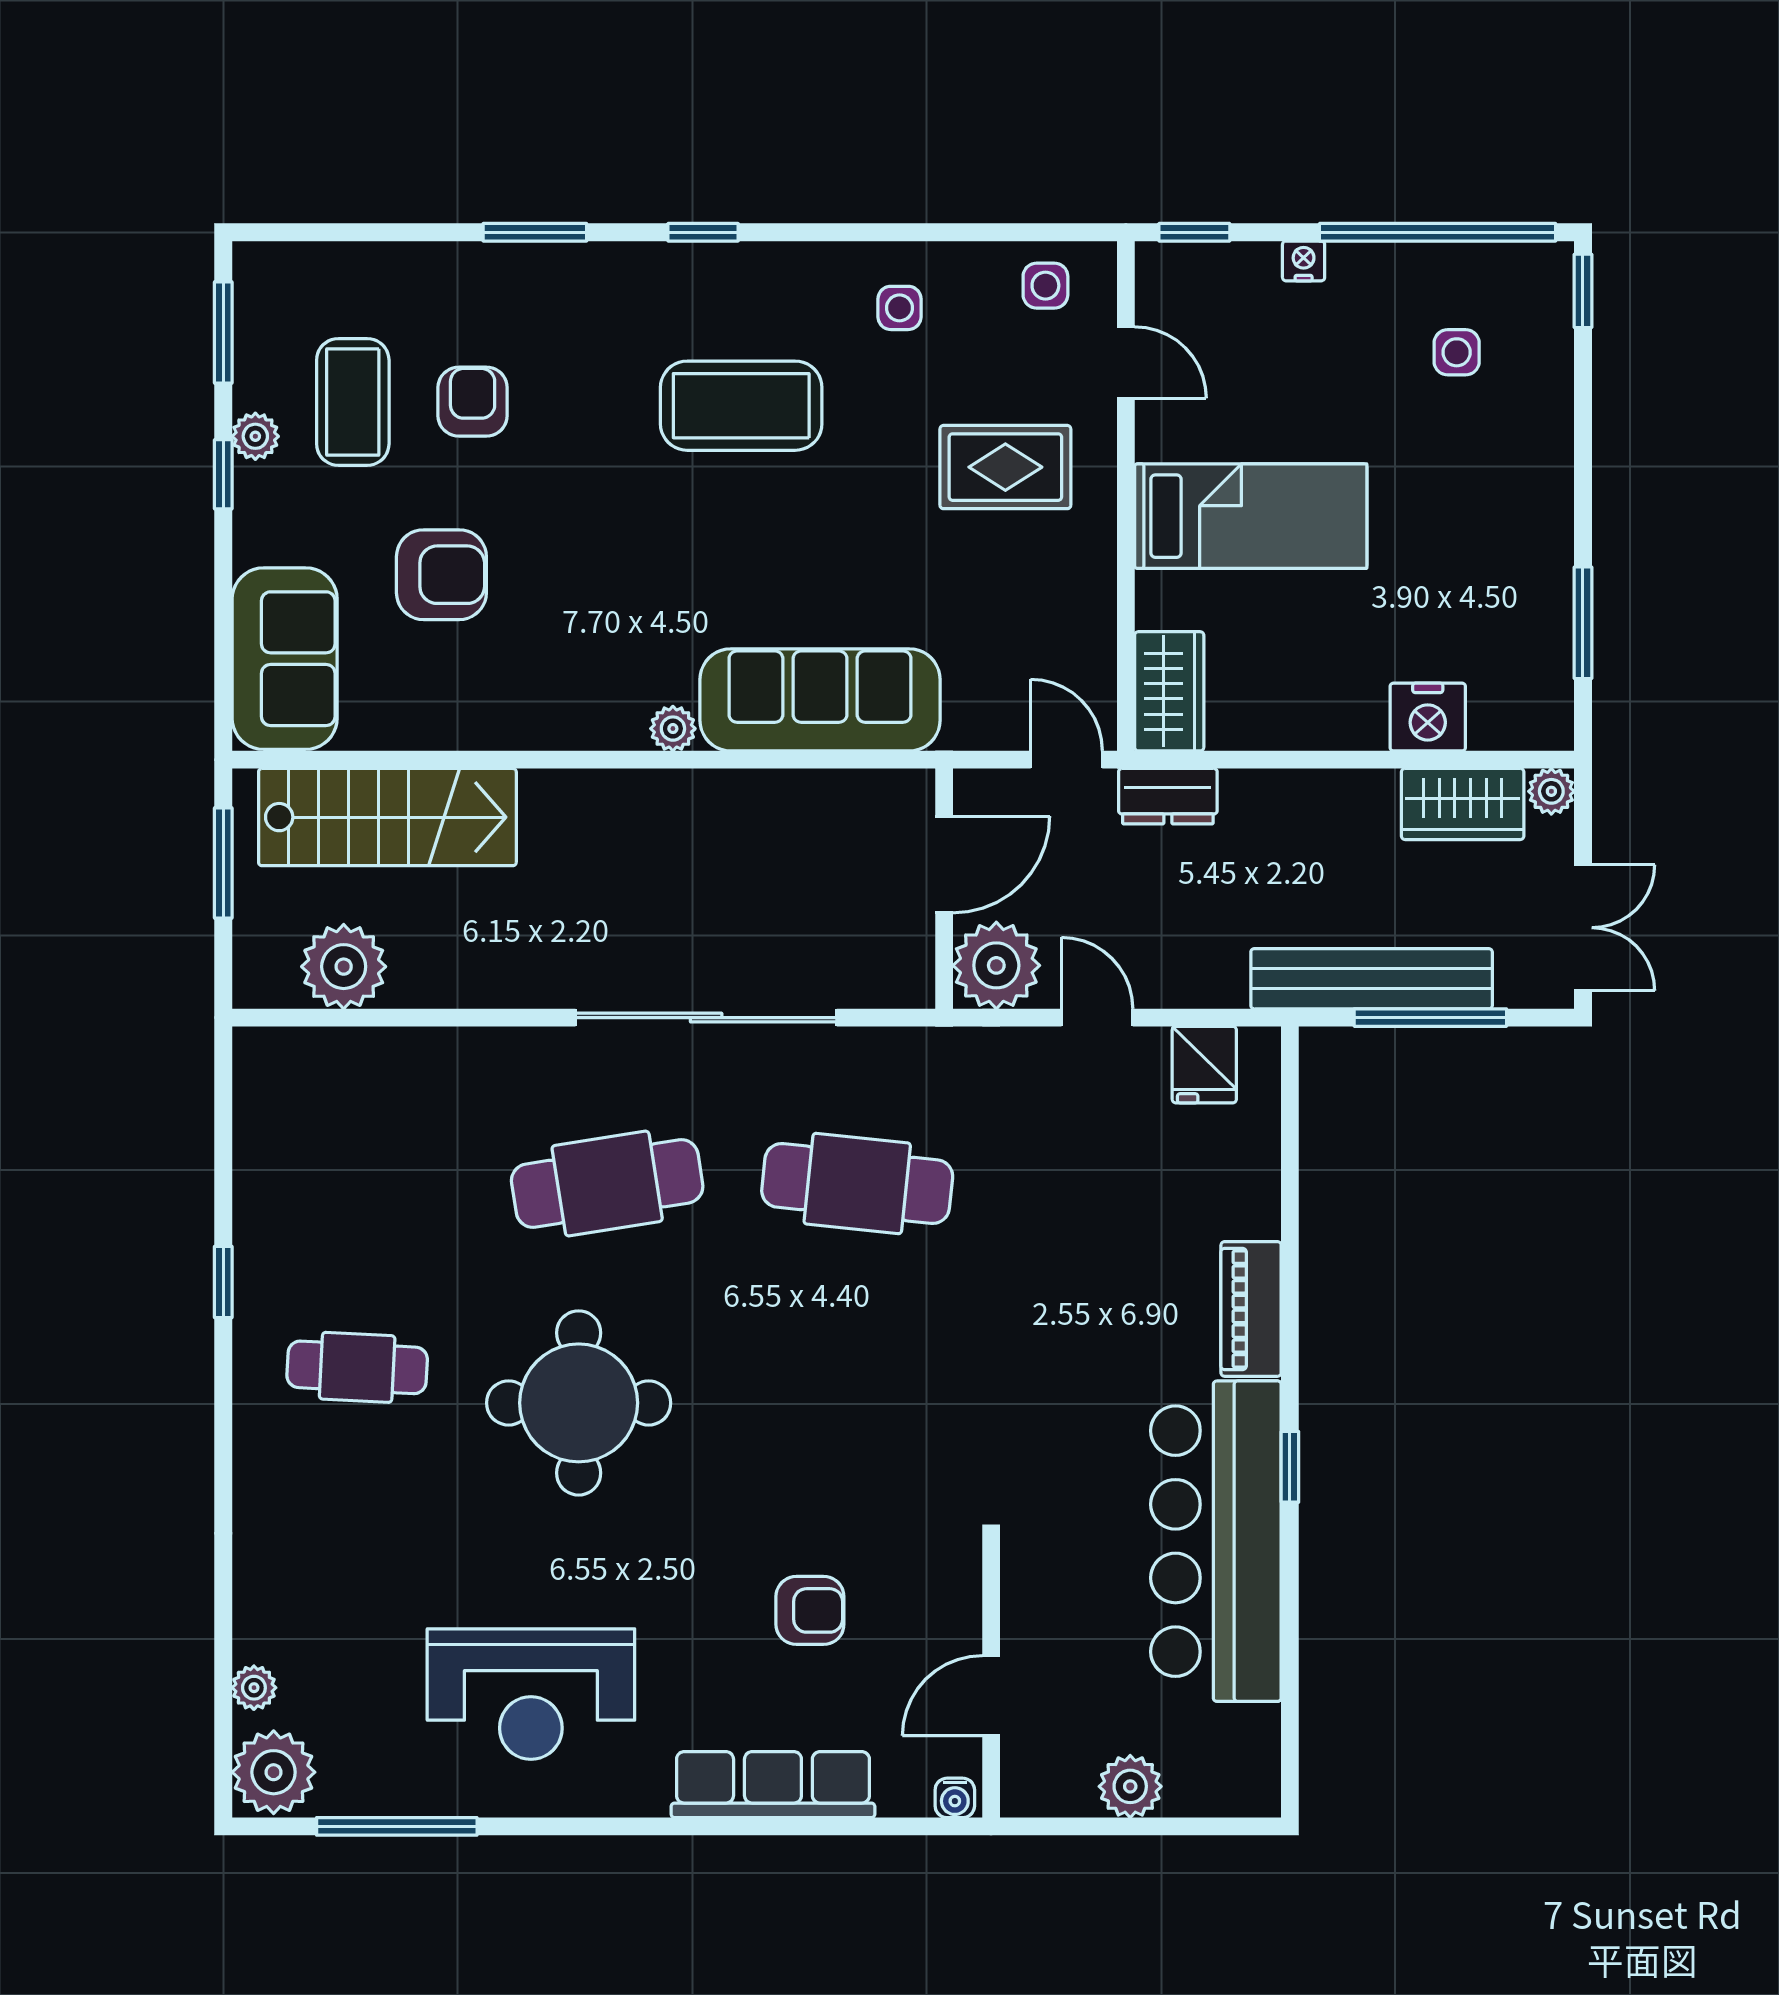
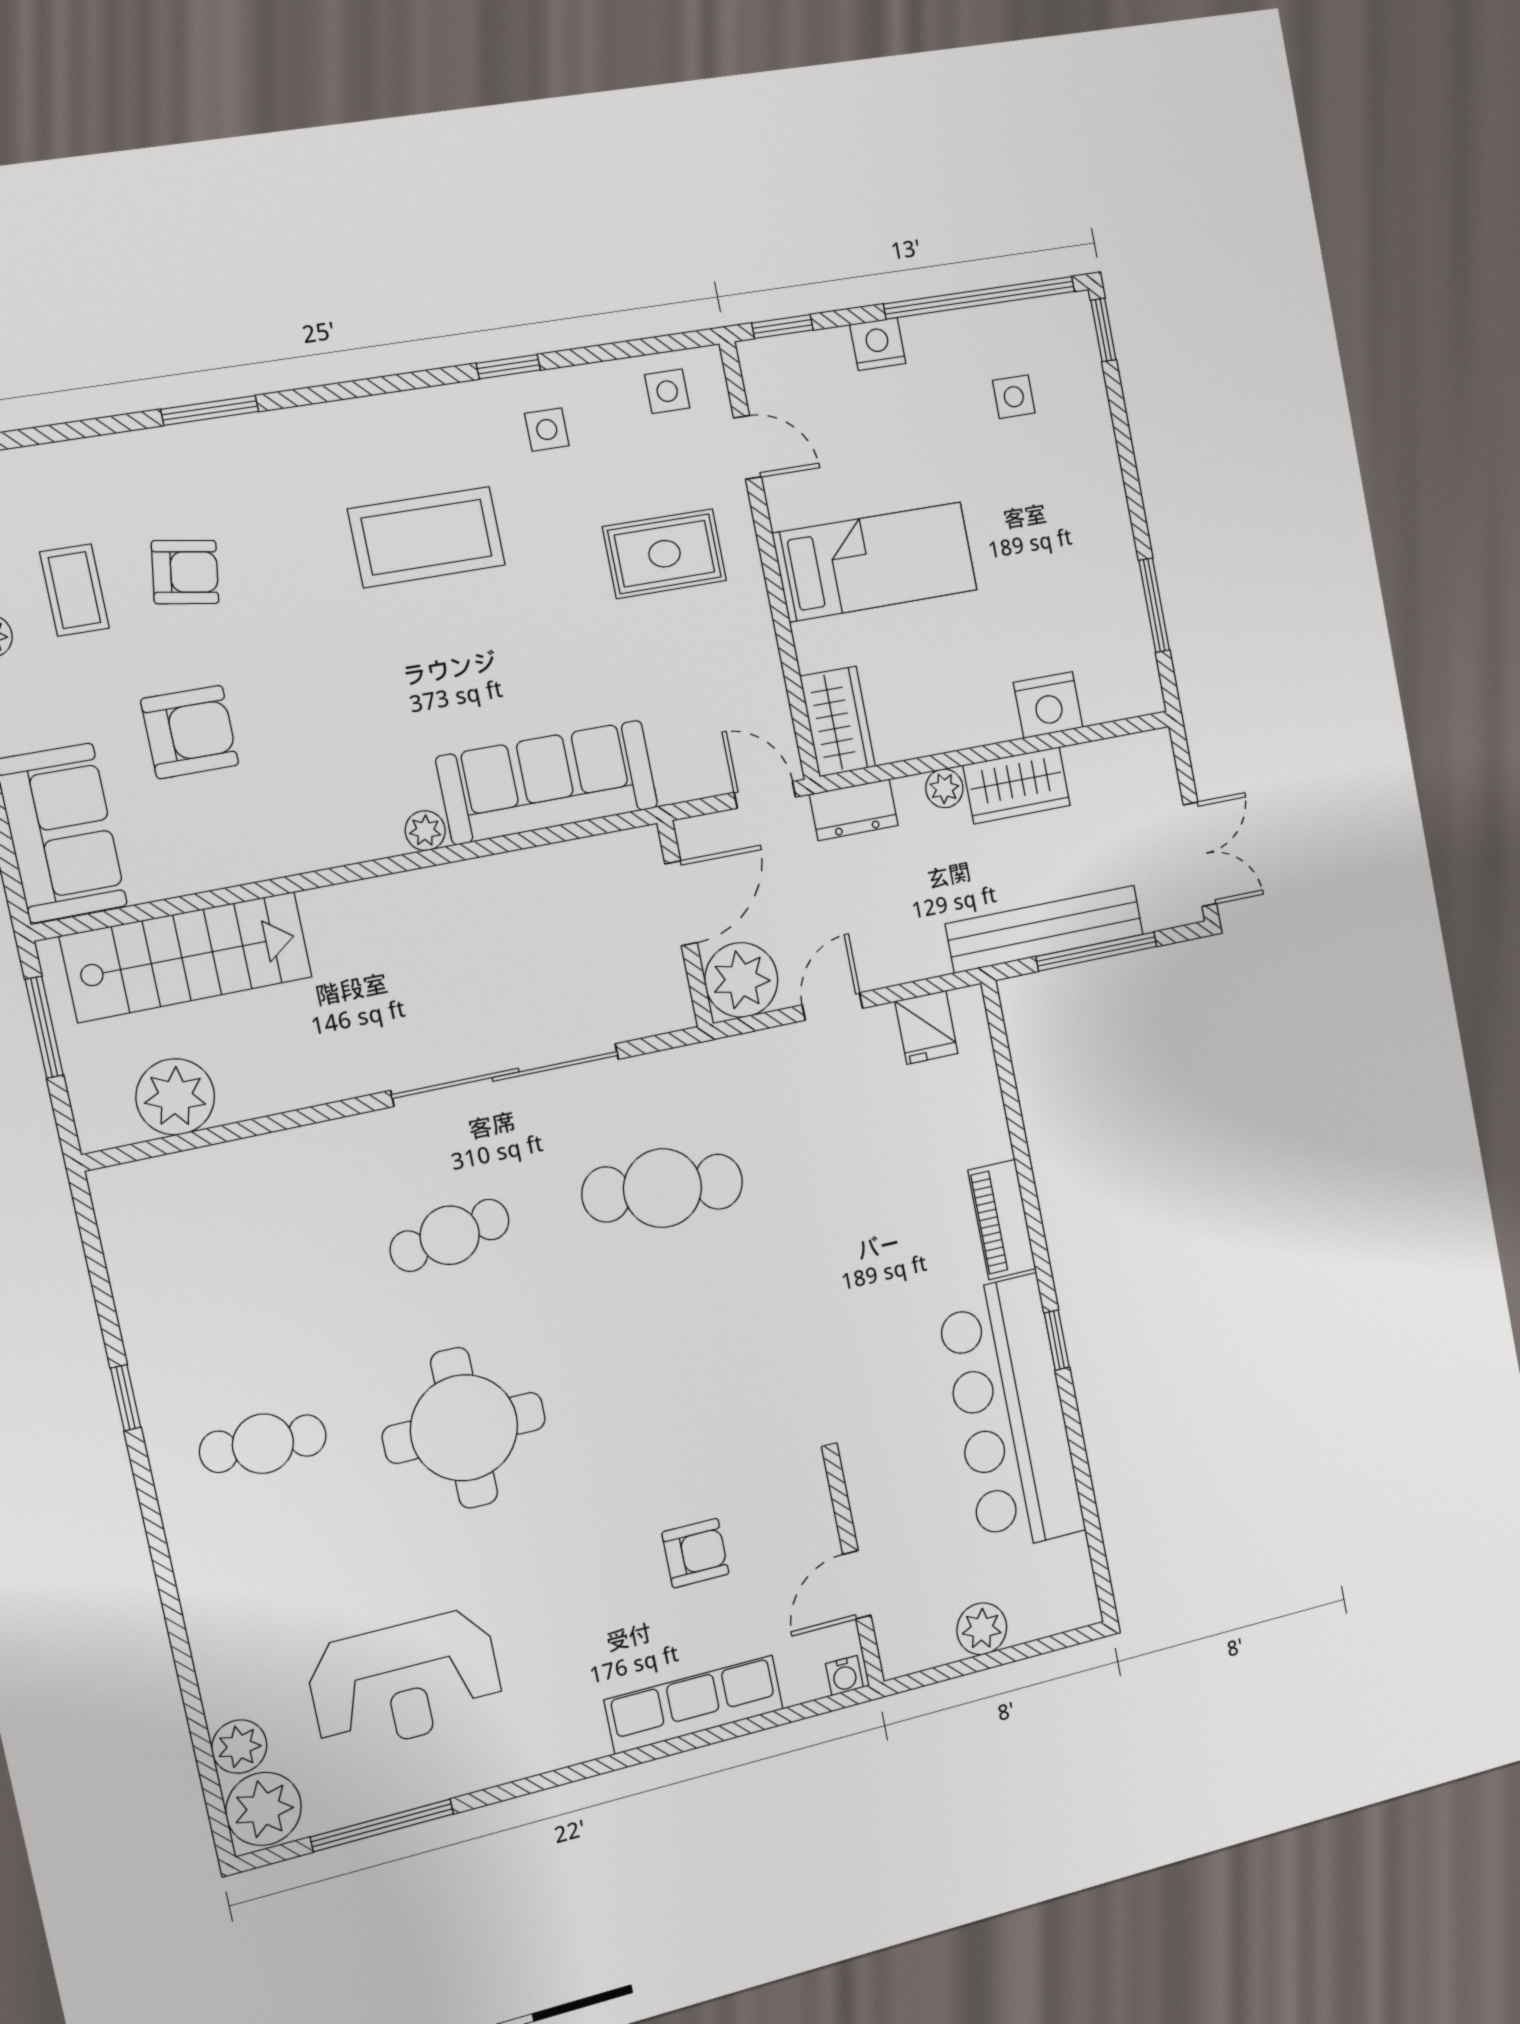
window: (703, 232) -> (508, 367), moved
nightstand: (1304, 261) -> (878, 344), width x1.39, depth x1.35
coffee table: (353, 402) -> (74, 590), width x0.73, depth x0.77
armchair: (473, 402) -> (185, 572), turned 99
plant: (1551, 791) -> (944, 788), moved
wardrobe: (1463, 804) -> (1017, 785), moved
door: (1097, 1018) -> (832, 1007), hinge flipped
cafe table: (607, 1184) -> (450, 1235), width x0.73, depth x0.74
plant: (254, 1688) -> (239, 1747), width x1.38, depth x1.38
reception desk: (531, 1694) -> (405, 1682), moved

